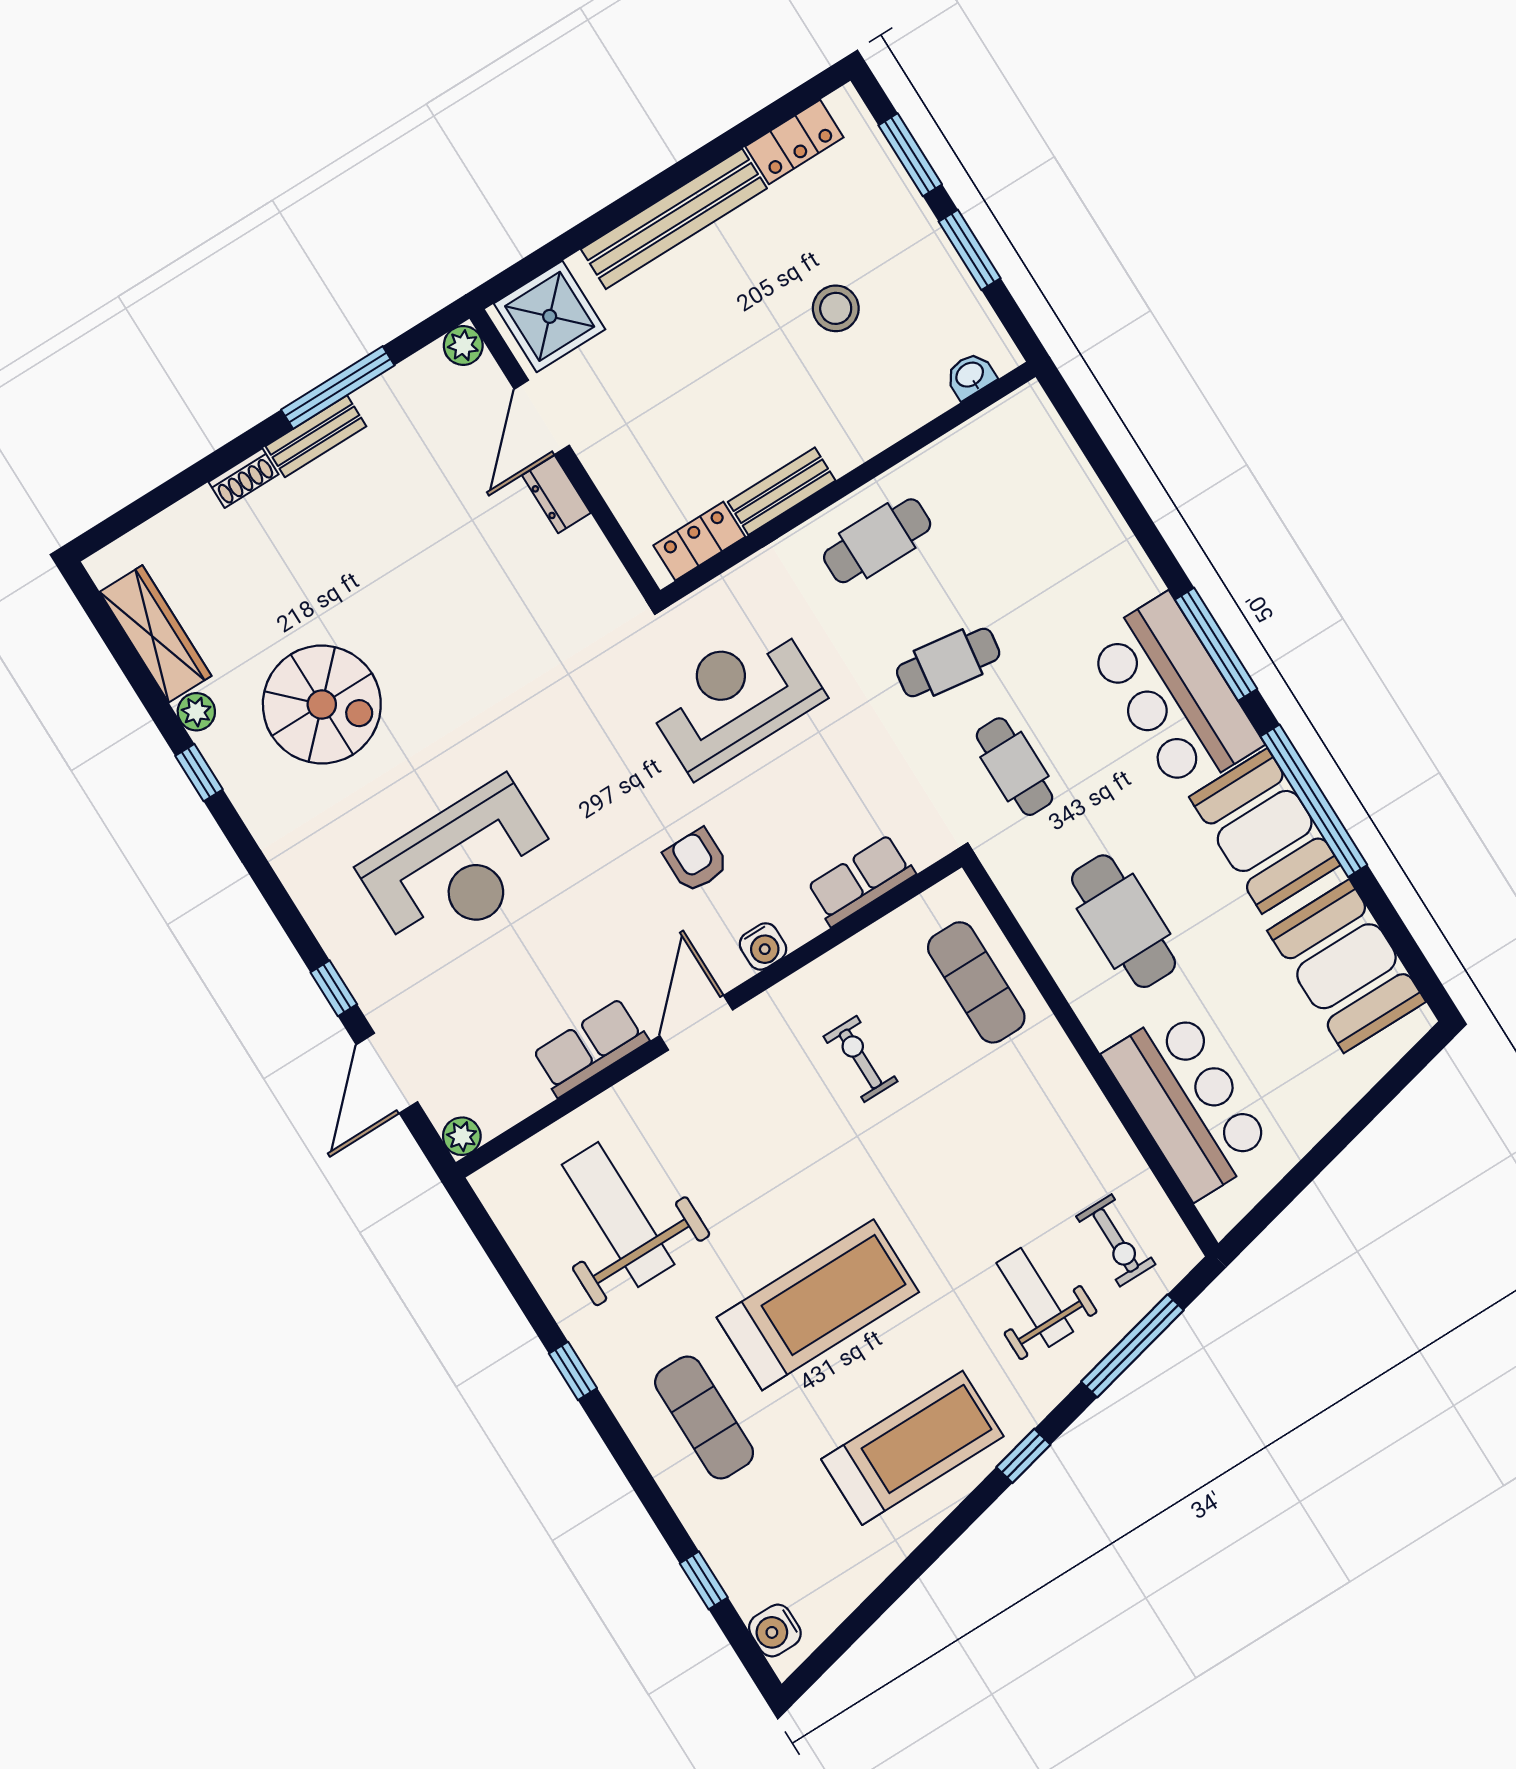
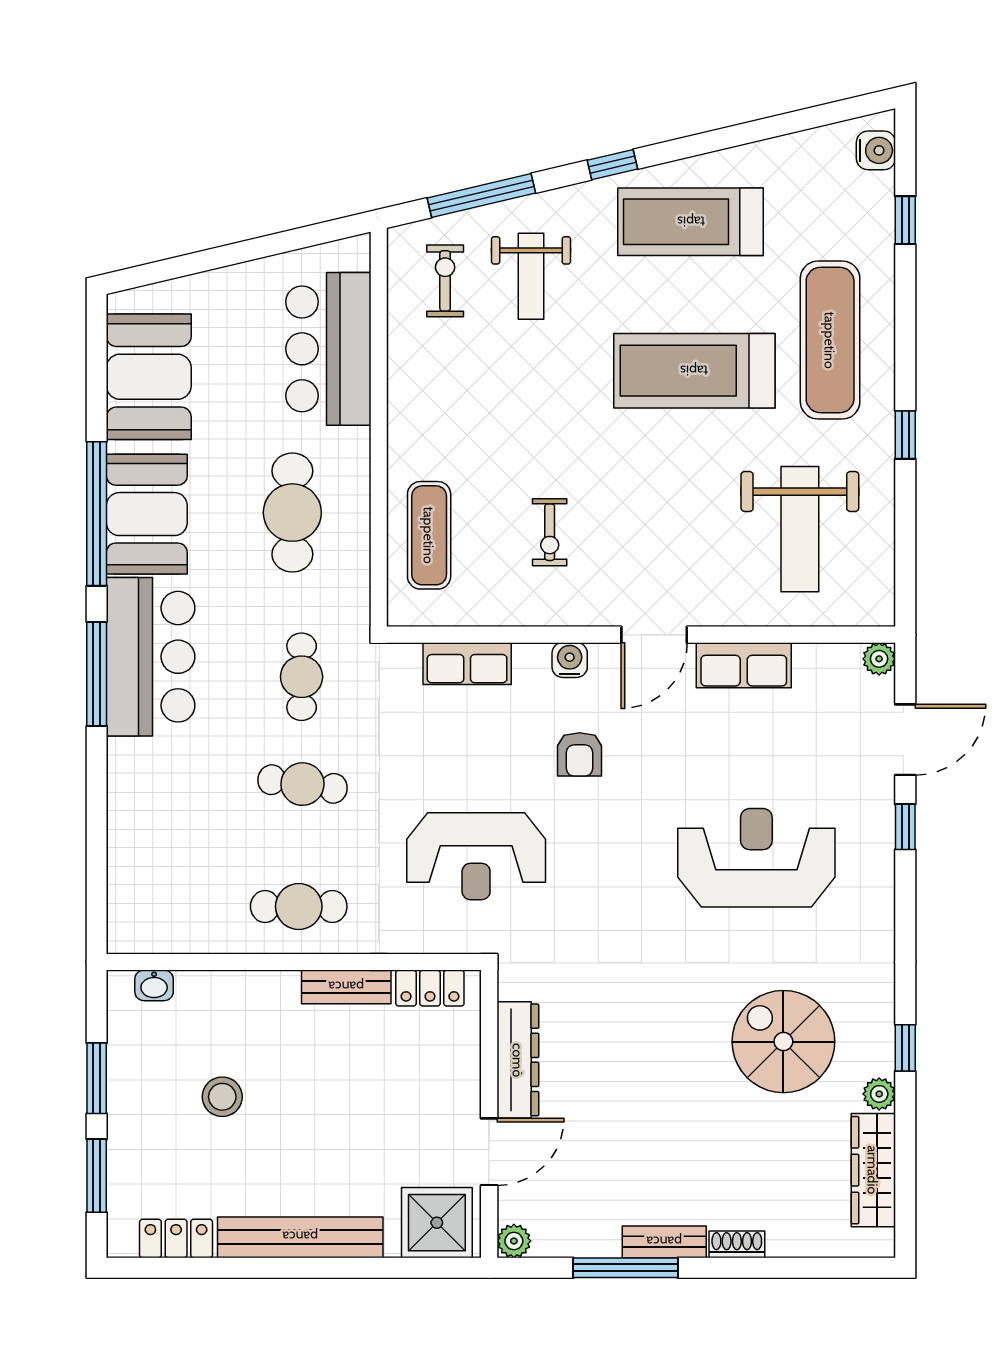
dresser: (556, 494) -> (518, 1060), width x1.96, depth x1.24
exercise mat: (704, 1417) -> (830, 340), width x1.36, depth x1.45

